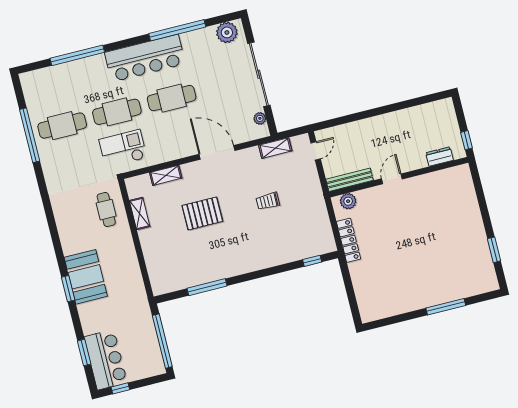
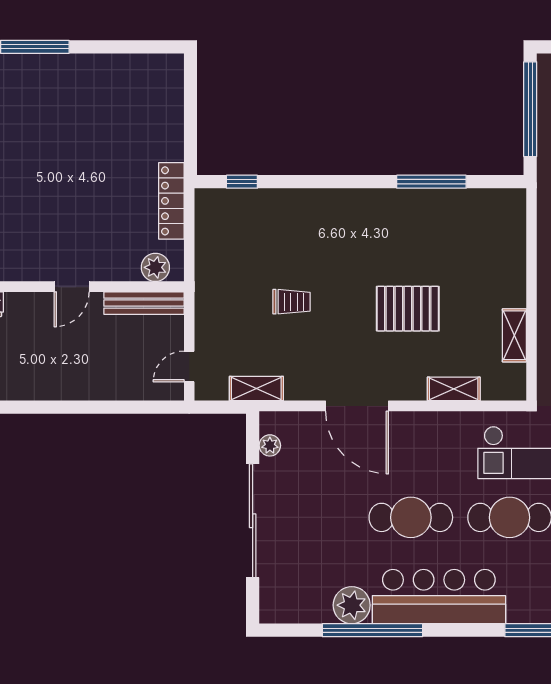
plant: (227, 32) -> (352, 605), moved

